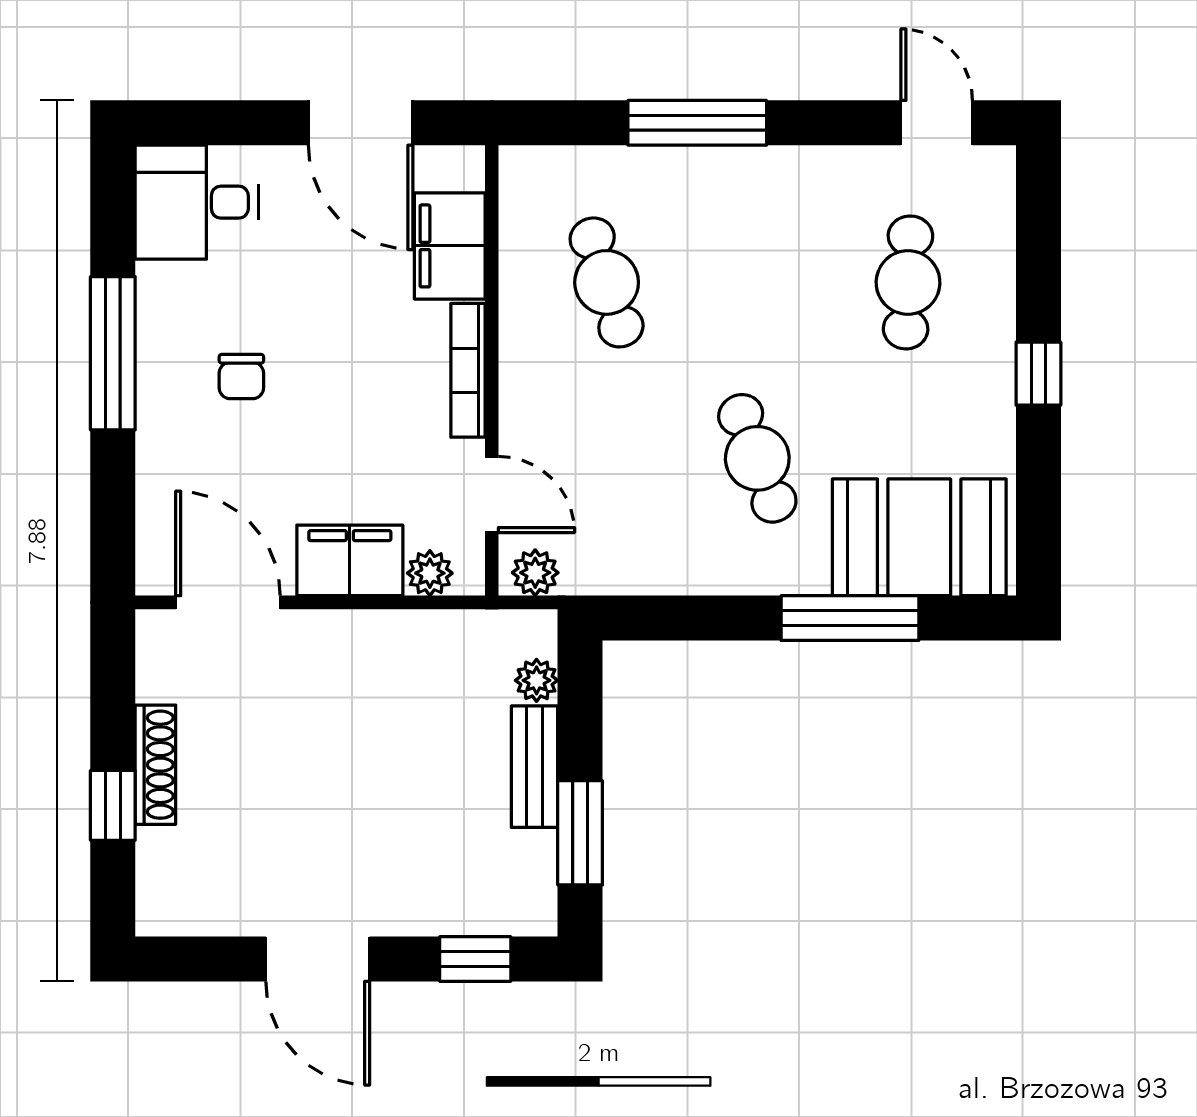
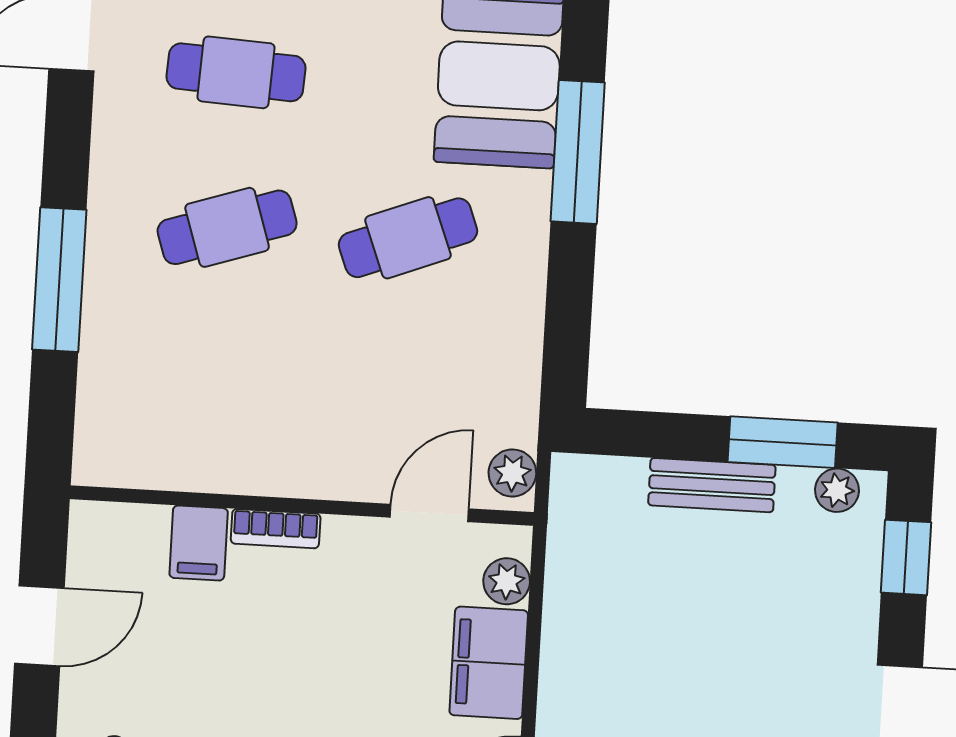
door: (361, 123) -> (39, 626), width x0.73
filing cabinet: (450, 246) -> (199, 543), width x0.50
cafe table: (607, 282) -> (227, 227), moved
bookcase: (468, 370) -> (276, 529), width x0.64
plant: (537, 680) -> (837, 490), moved

